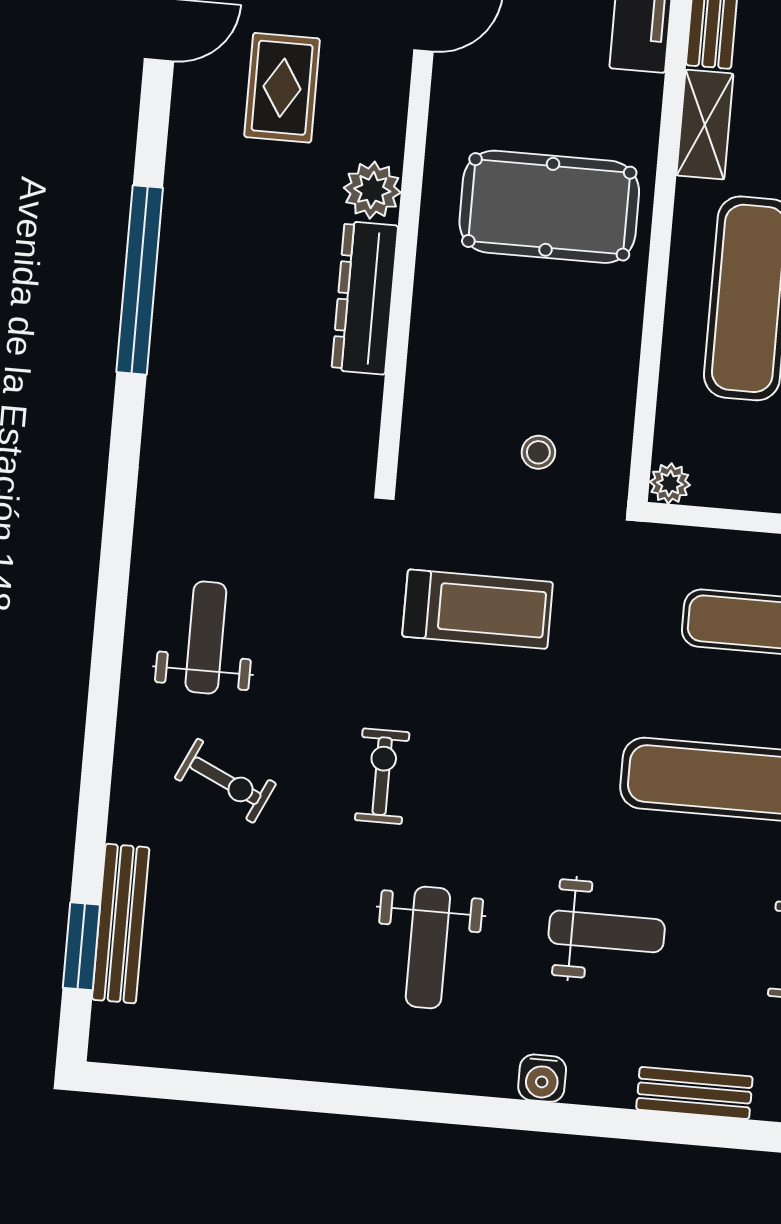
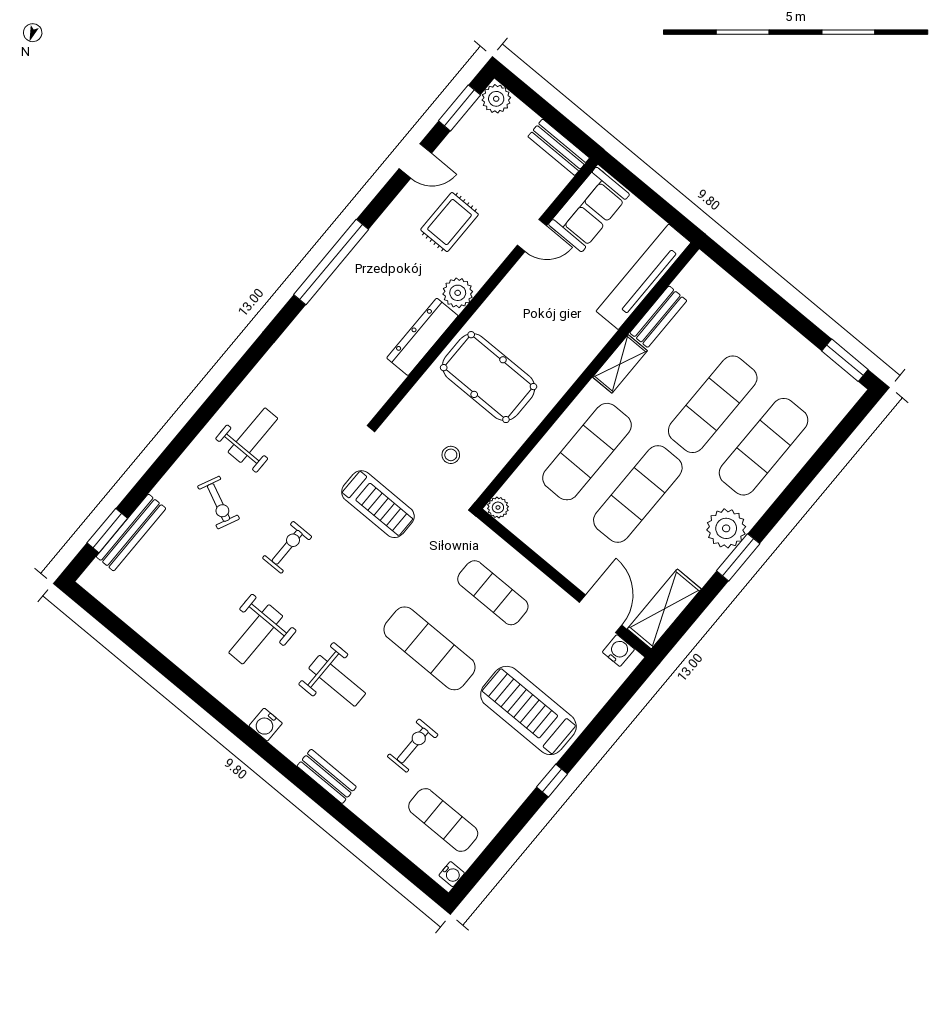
pool table: (549, 207) -> (489, 377), moved

